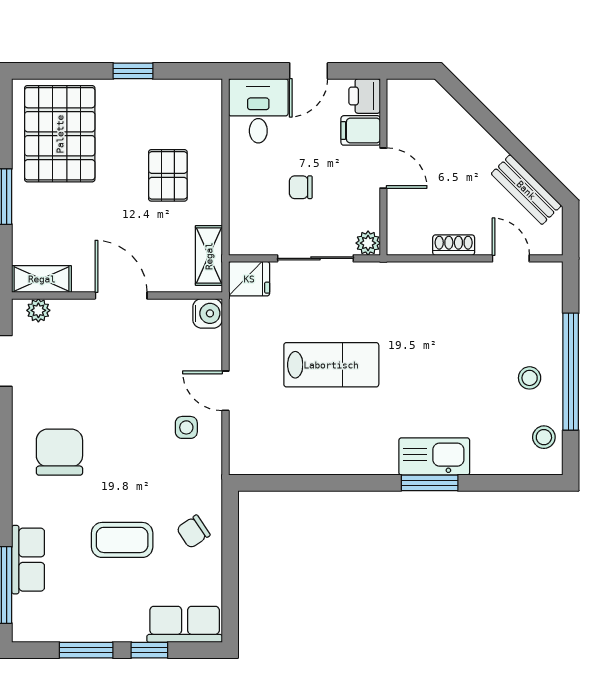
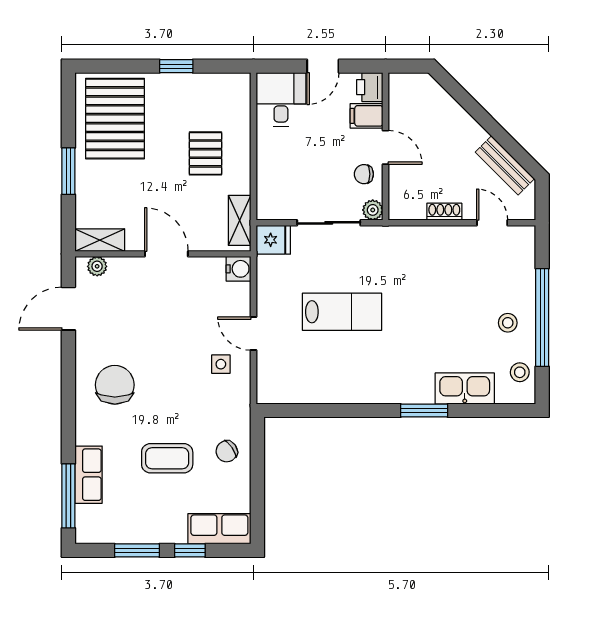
chair: (301, 187) -> (364, 174), moved
kitchen sink: (434, 456) -> (465, 388), moved

